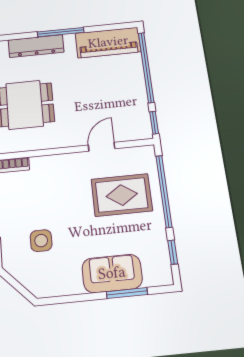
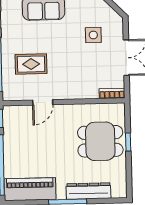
rug: (122, 195) -> (31, 64), width x0.73, depth x0.70

